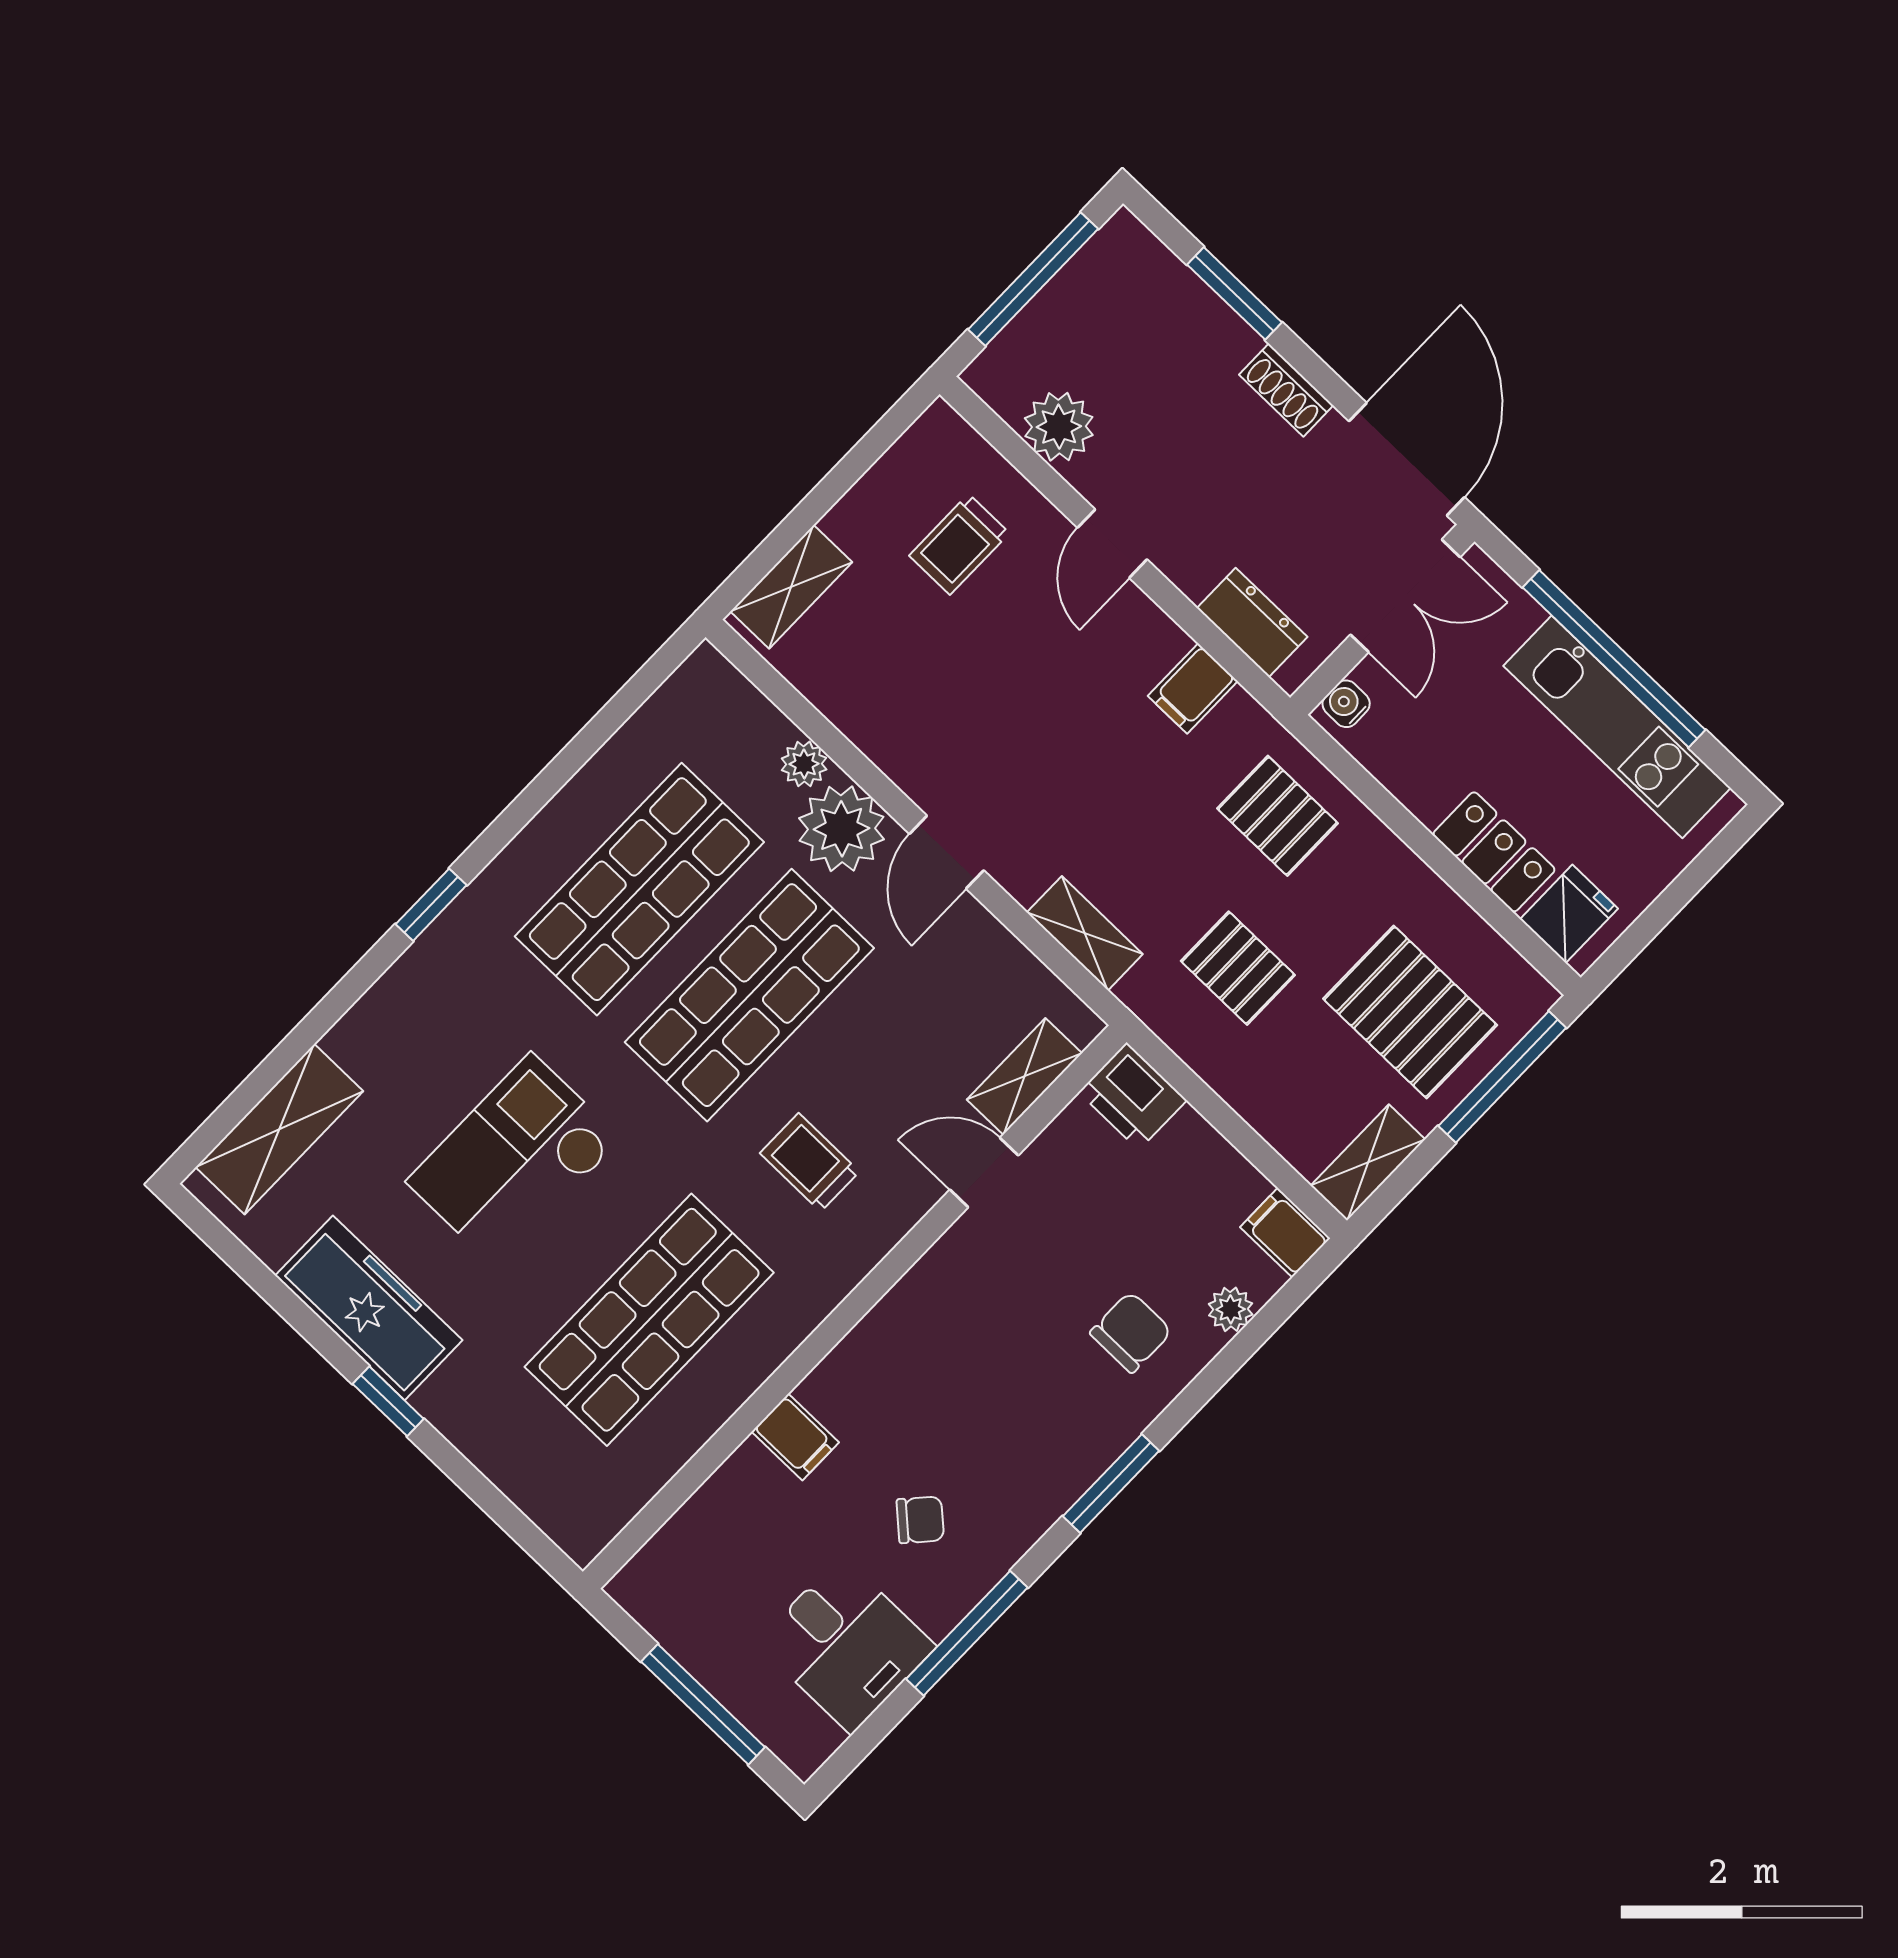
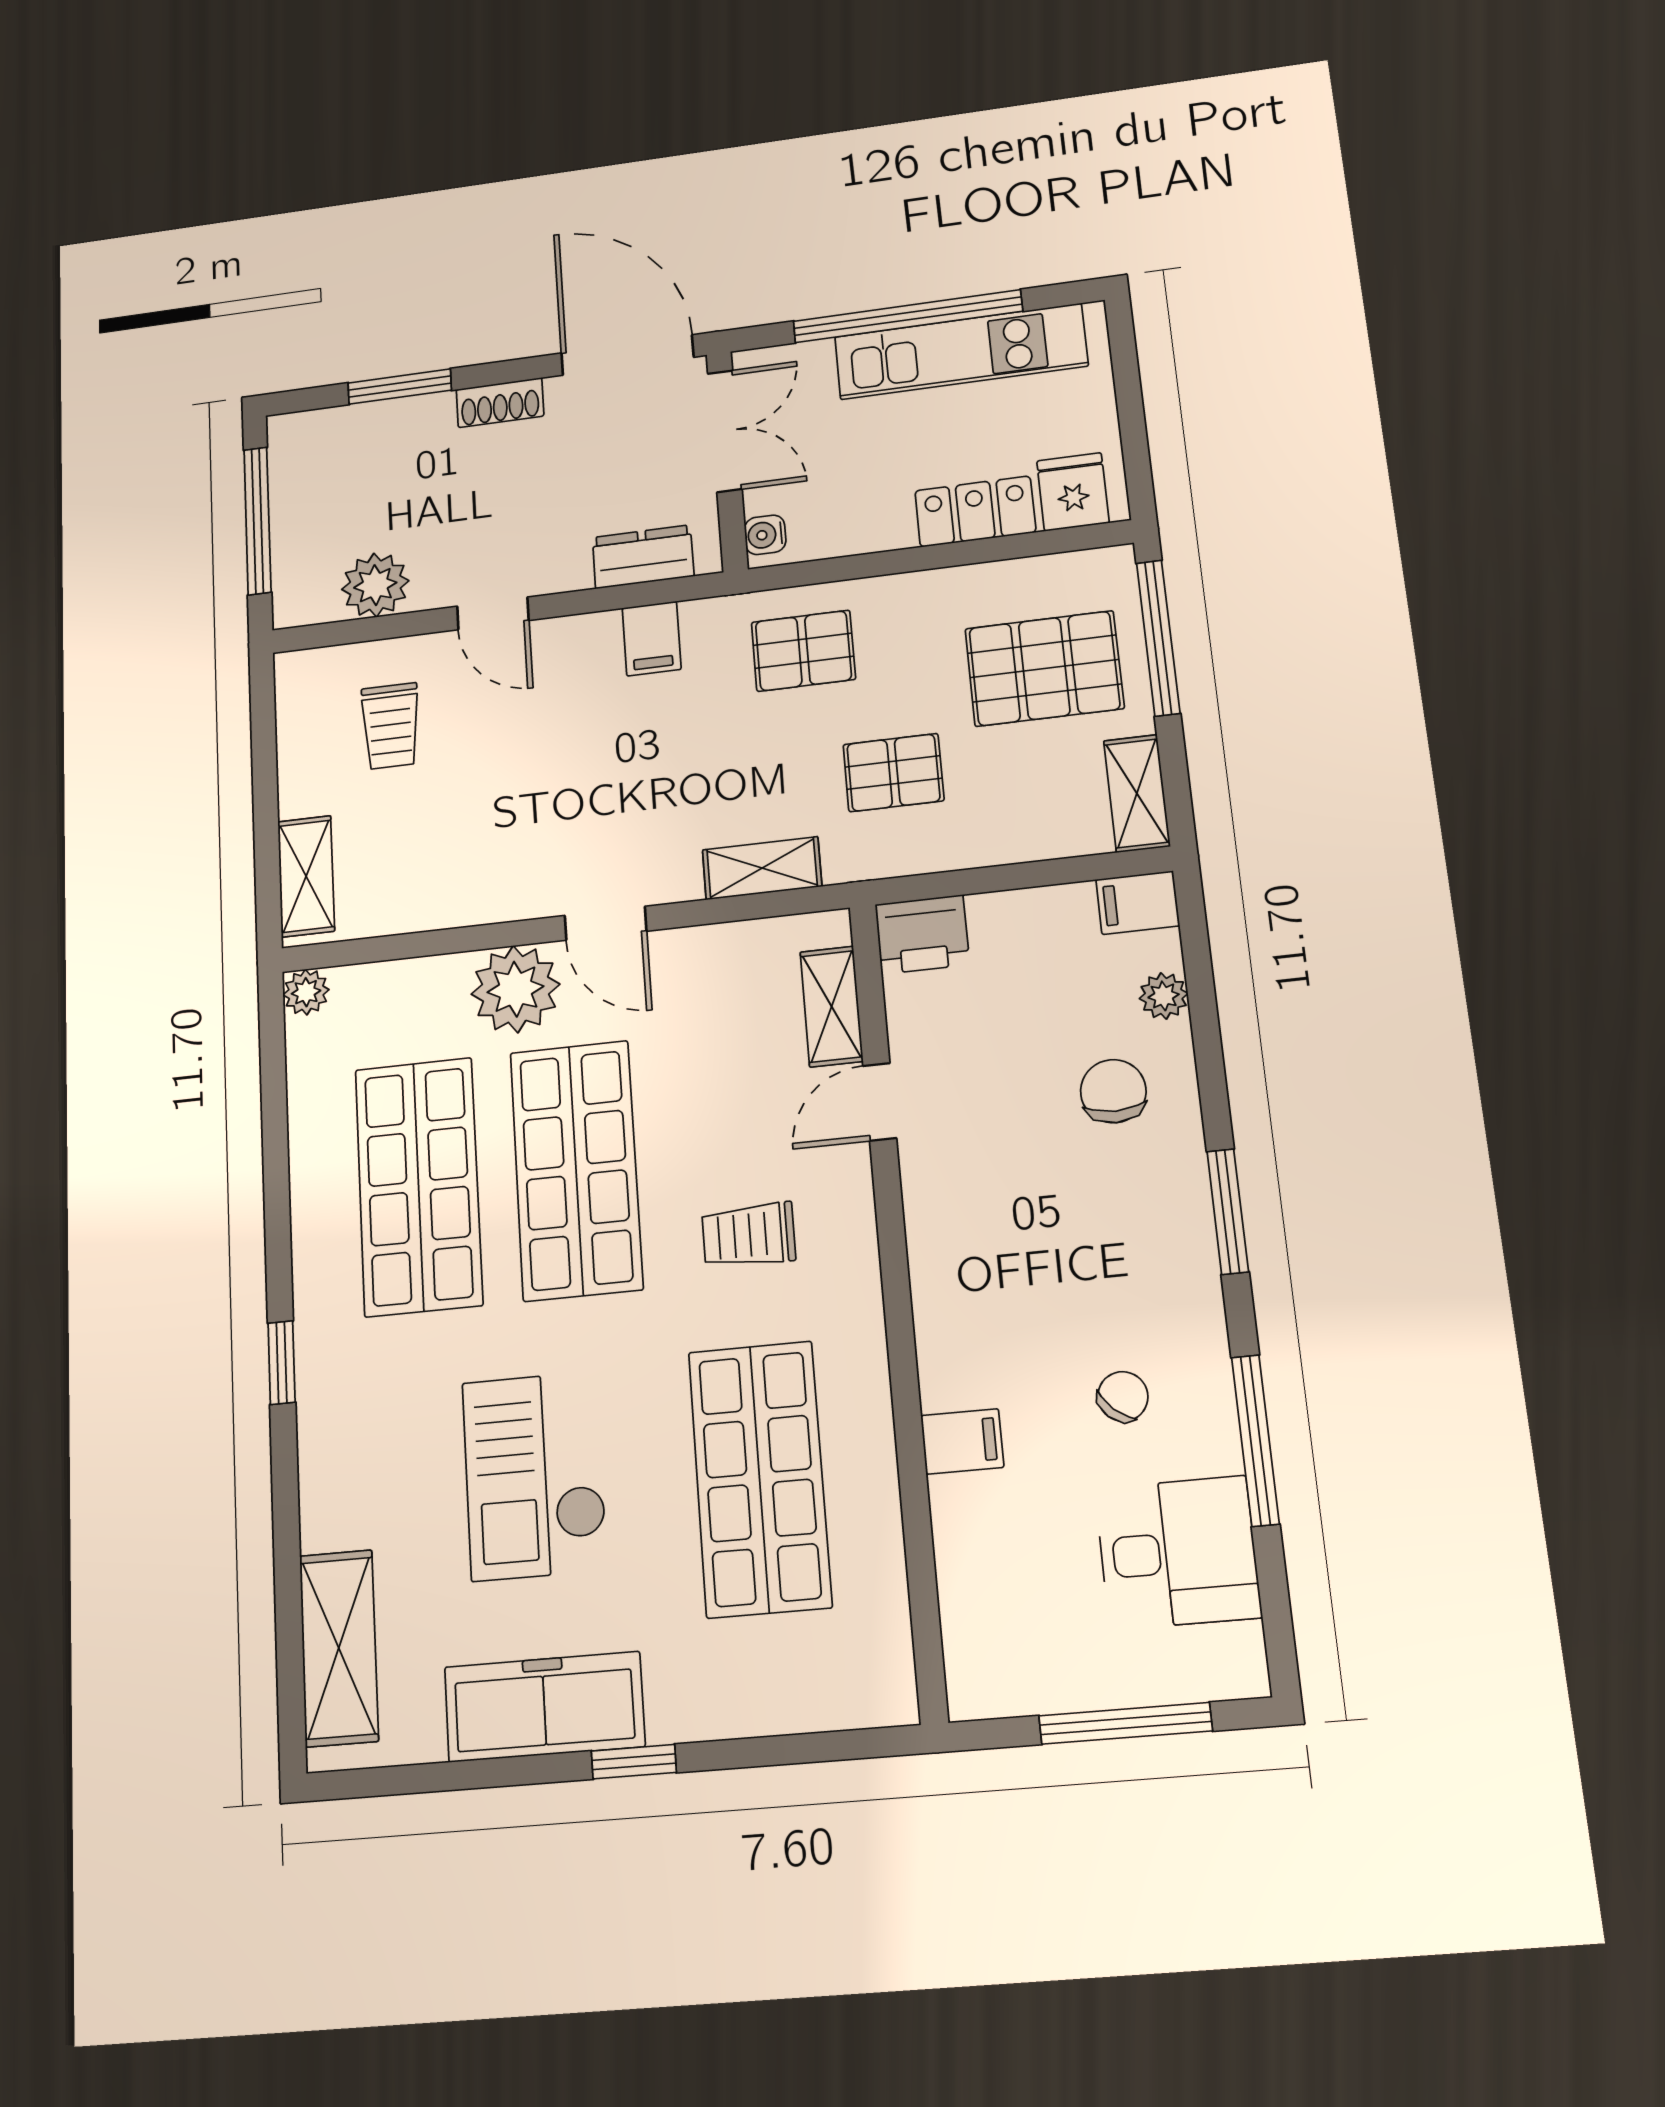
plant: (804, 764) -> (306, 992), moved

